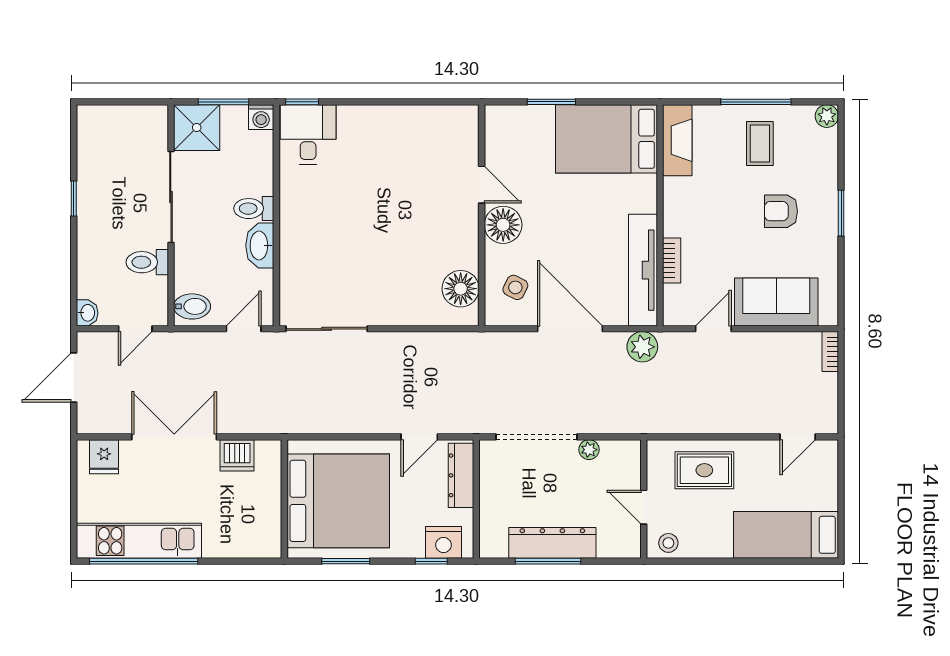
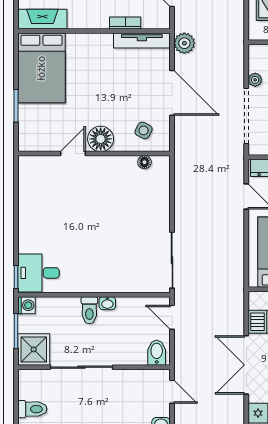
washbasin: (260, 246) -> (107, 303), width x0.52, depth x0.69
toilet: (147, 262) -> (32, 409), moved, turned -90
tv unit: (643, 270) -> (142, 41), width x0.73, depth x0.78
floor lamp: (461, 289) -> (144, 162), width x0.53, depth x0.53
door: (570, 329) -> (172, 93), swing flipped

